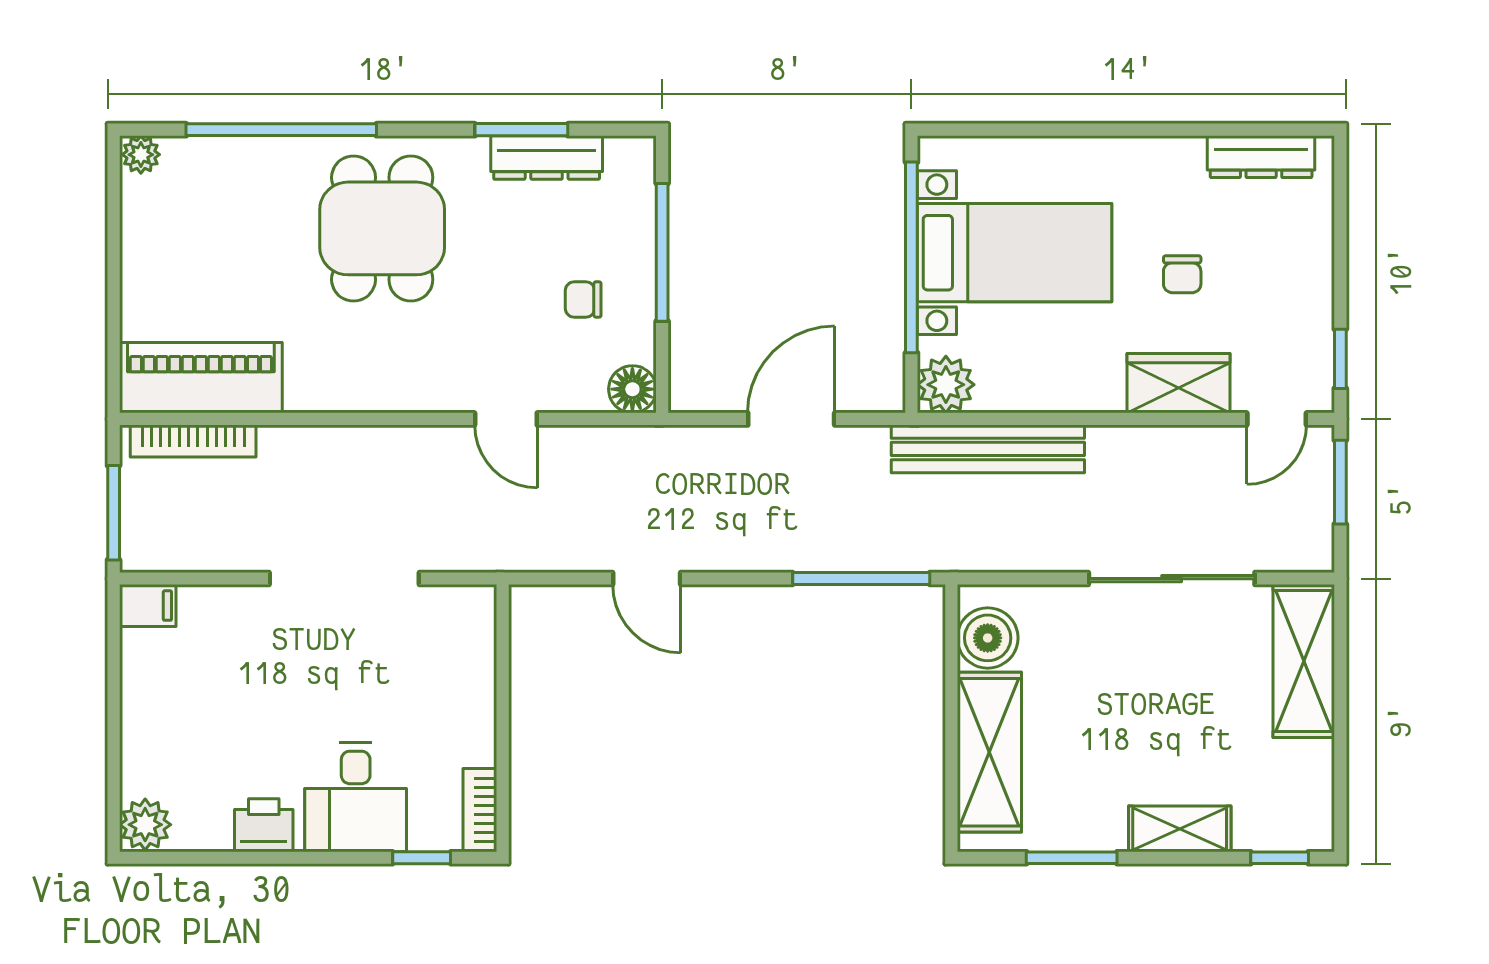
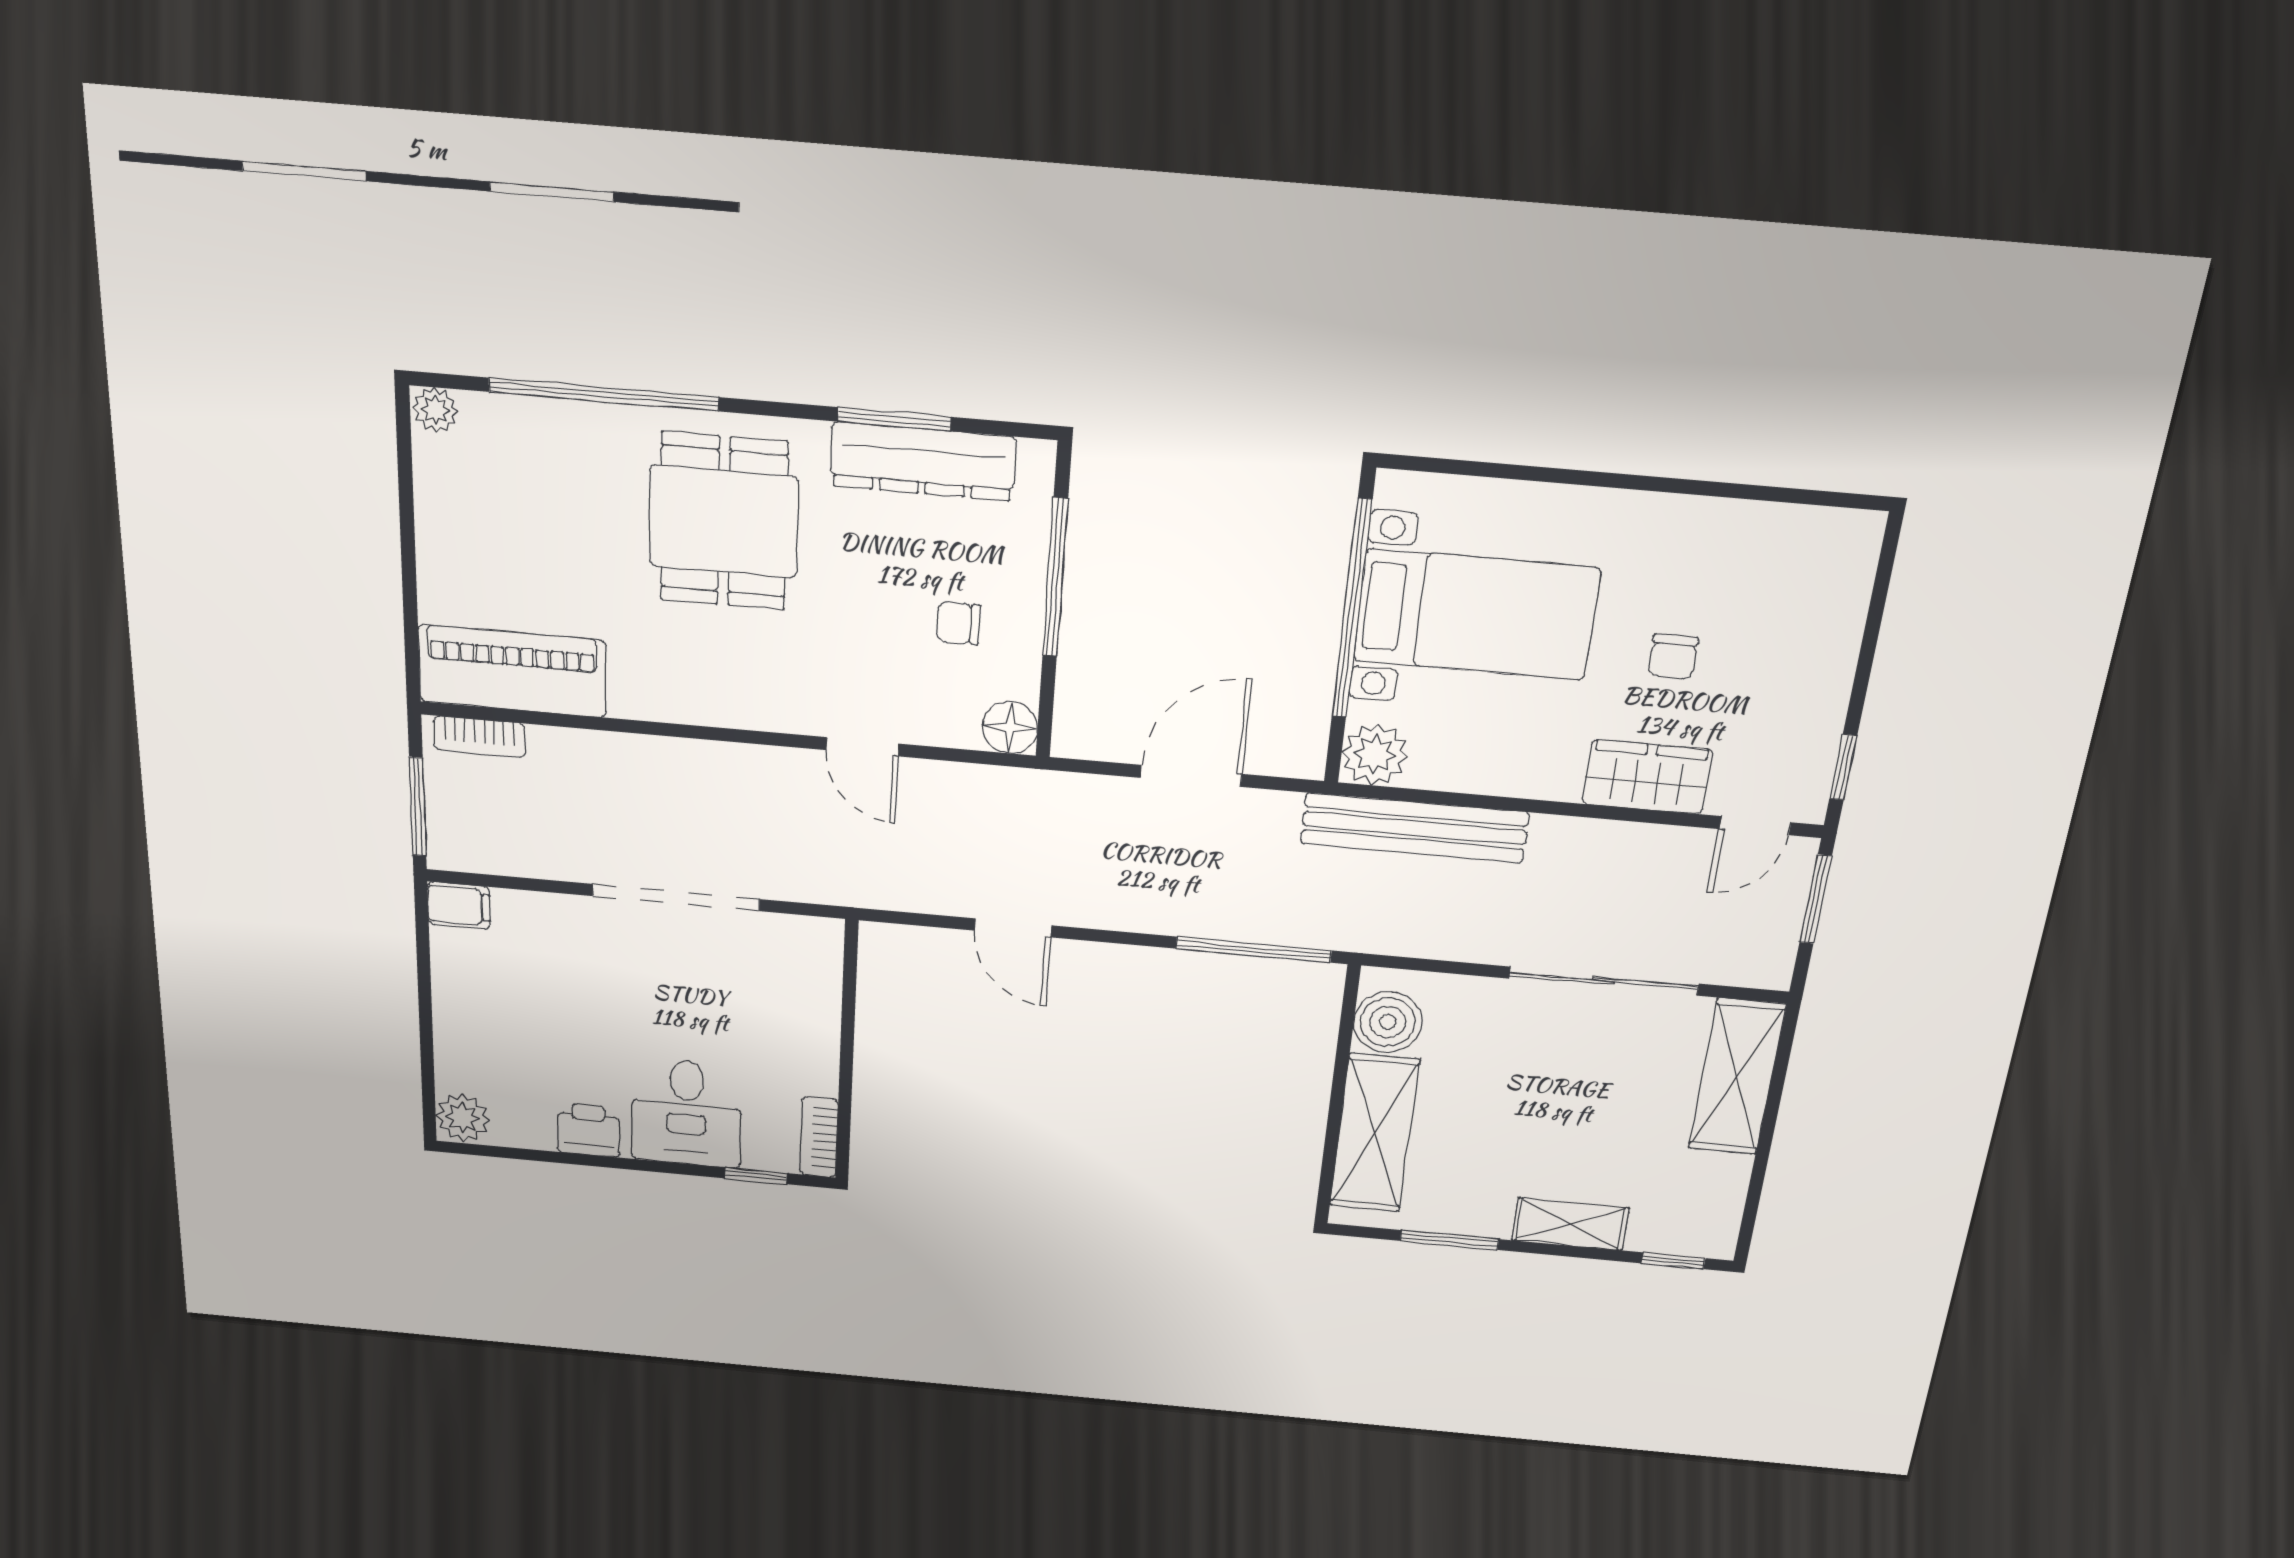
dresser: (1261, 157) -> (1794, 528), removed
dresser: (547, 158) -> (923, 461), width x1.37, depth x1.24
bookcase: (193, 441) -> (479, 737), width x0.64

